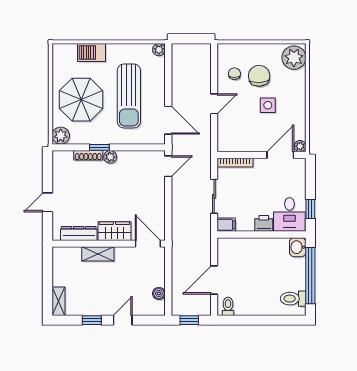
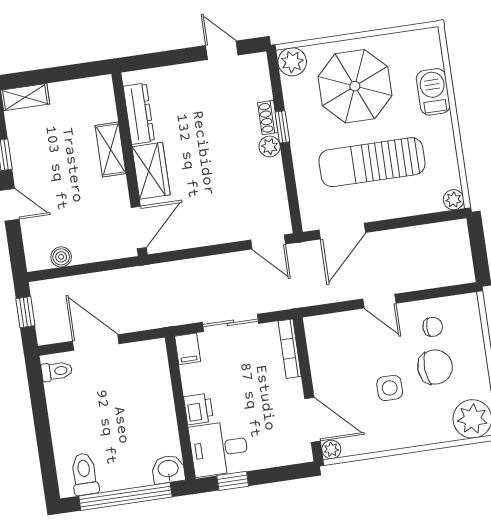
shoe rack: (88, 155) -> (268, 118), width x0.70
door: (47, 202) -> (222, 50), moved

